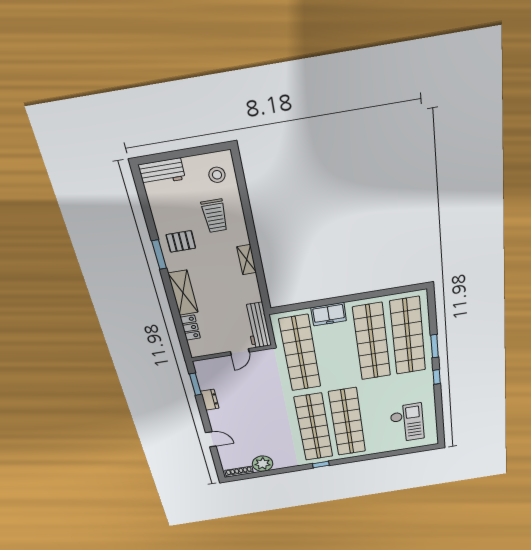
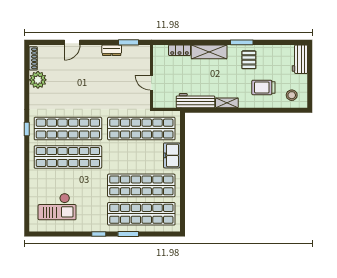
workbench: (258, 325) -> (196, 101), moved

